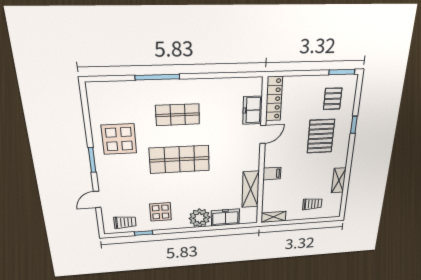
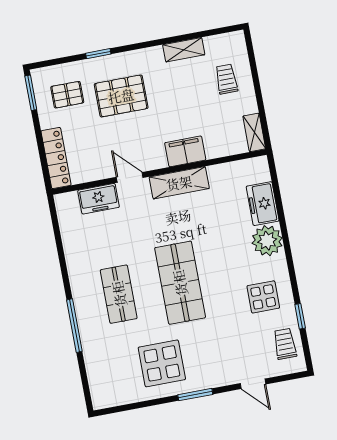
locker: (274, 99) -> (56, 158), moved, turned 90
filing cabinet: (272, 174) -> (185, 151), width x2.00
shelving: (251, 189) -> (179, 183), moved

